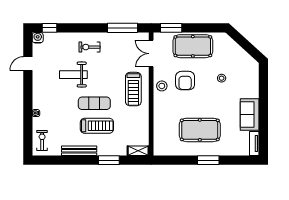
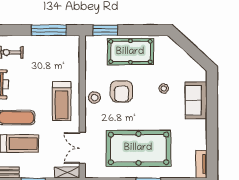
double door: (151, 54) -> (82, 148), moved
sofa: (250, 114) -> (196, 100), moved
pool table: (200, 130) -> (138, 148), width x1.36, depth x1.32

